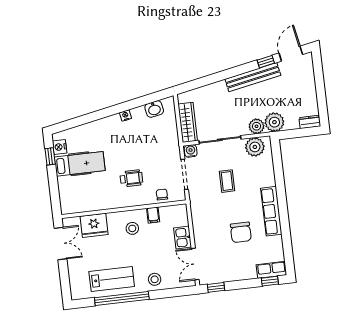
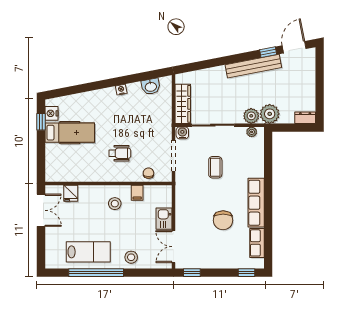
plant: (255, 147) -> (252, 132), width x0.53, depth x0.53
fridge: (94, 225) -> (71, 193), width x0.53, depth x0.75
row of seats: (271, 270) -> (257, 243), moved, turned -90

